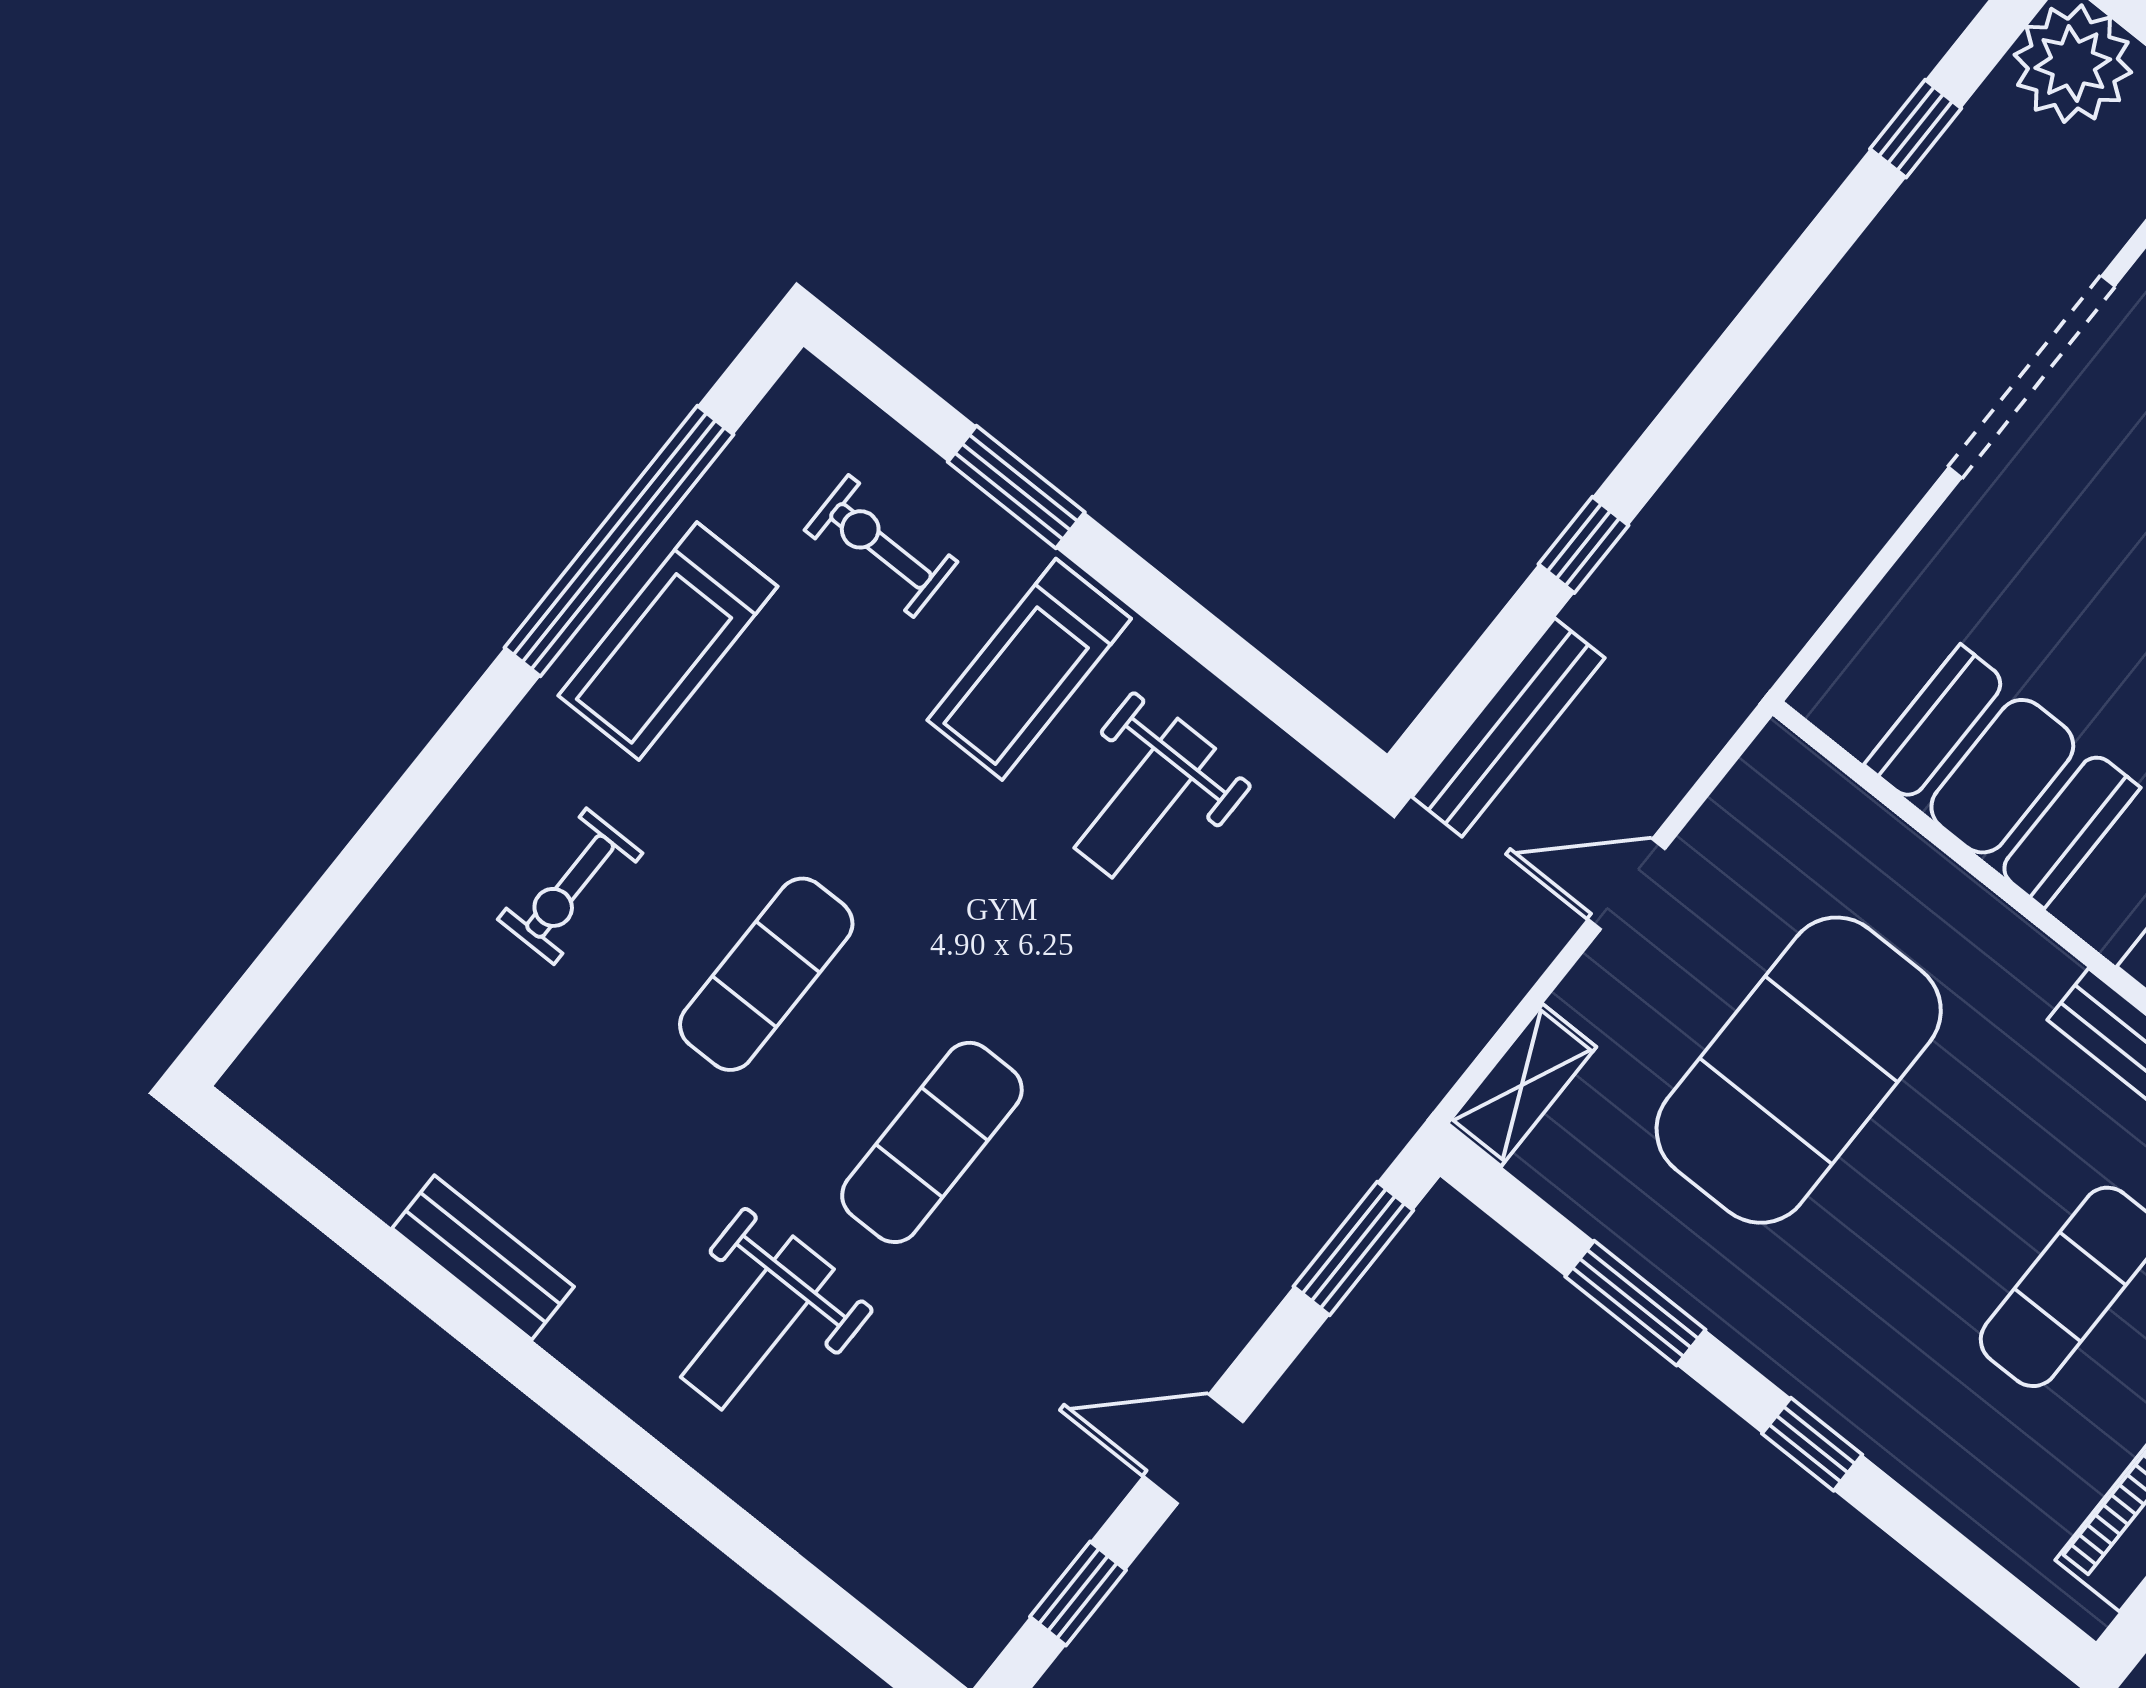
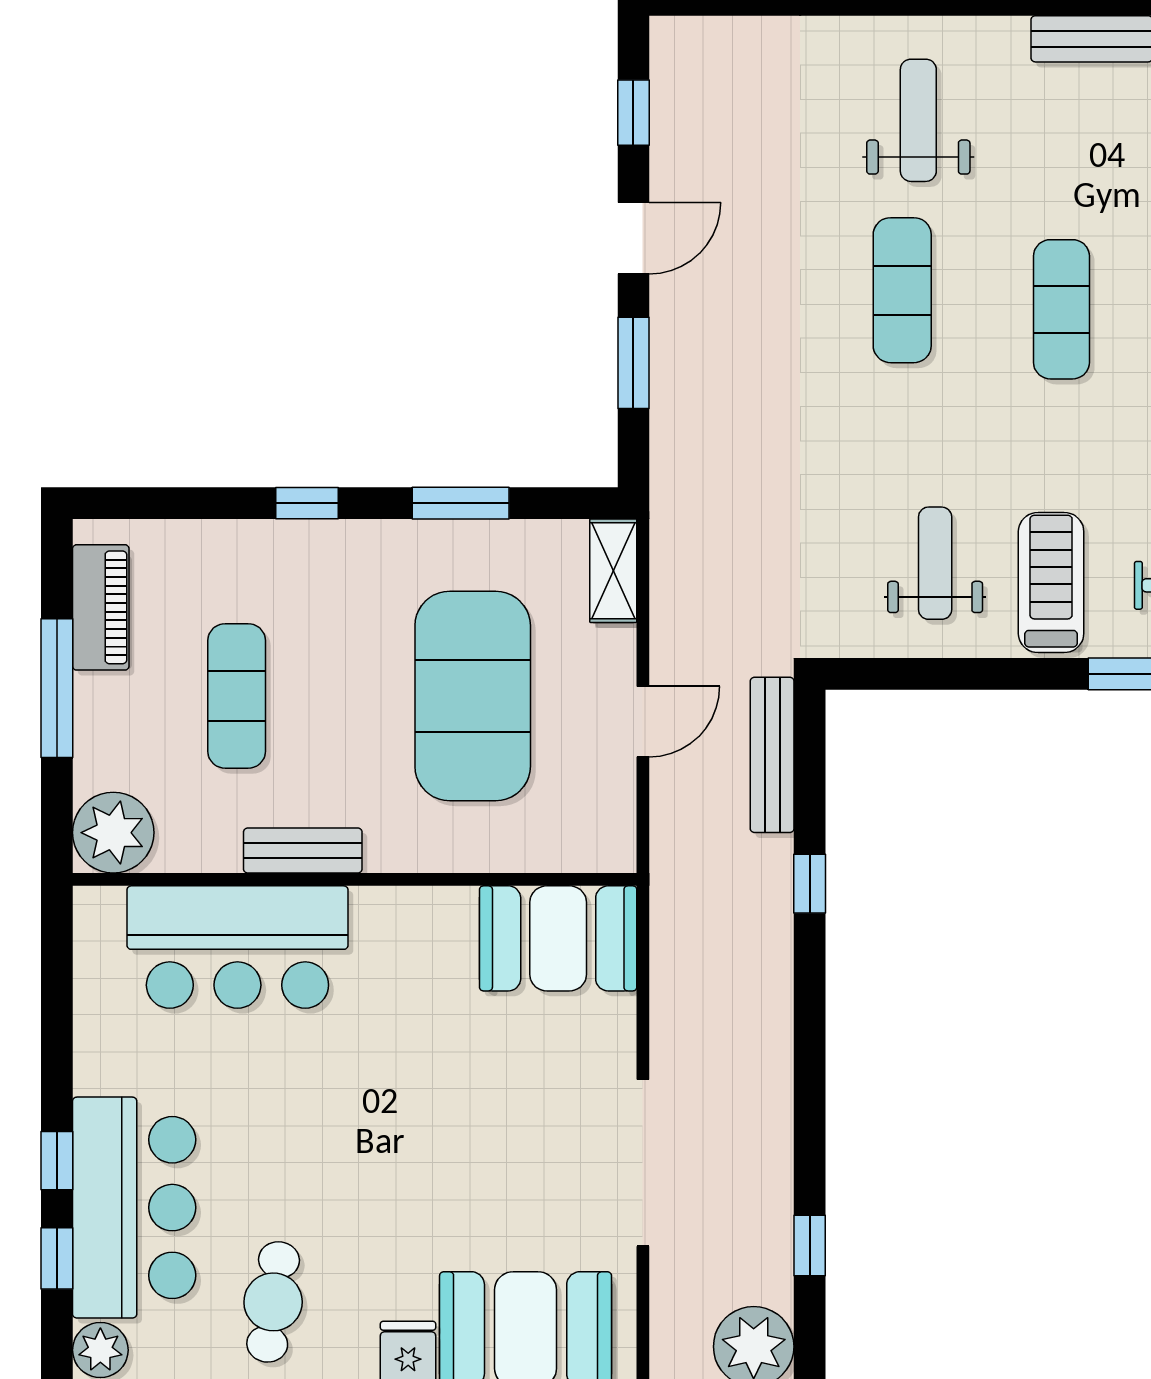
booth: (2002, 776) -> (558, 938), moved
window: (1353, 1248) -> (633, 363), moved

